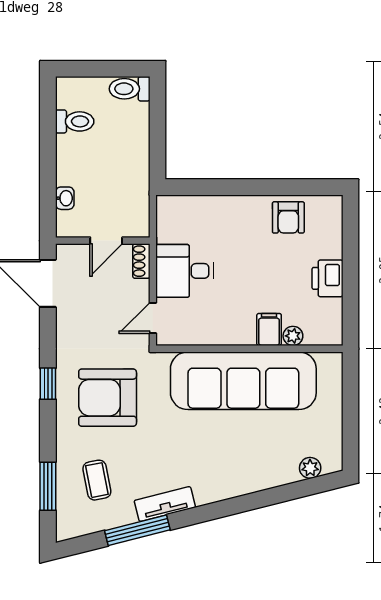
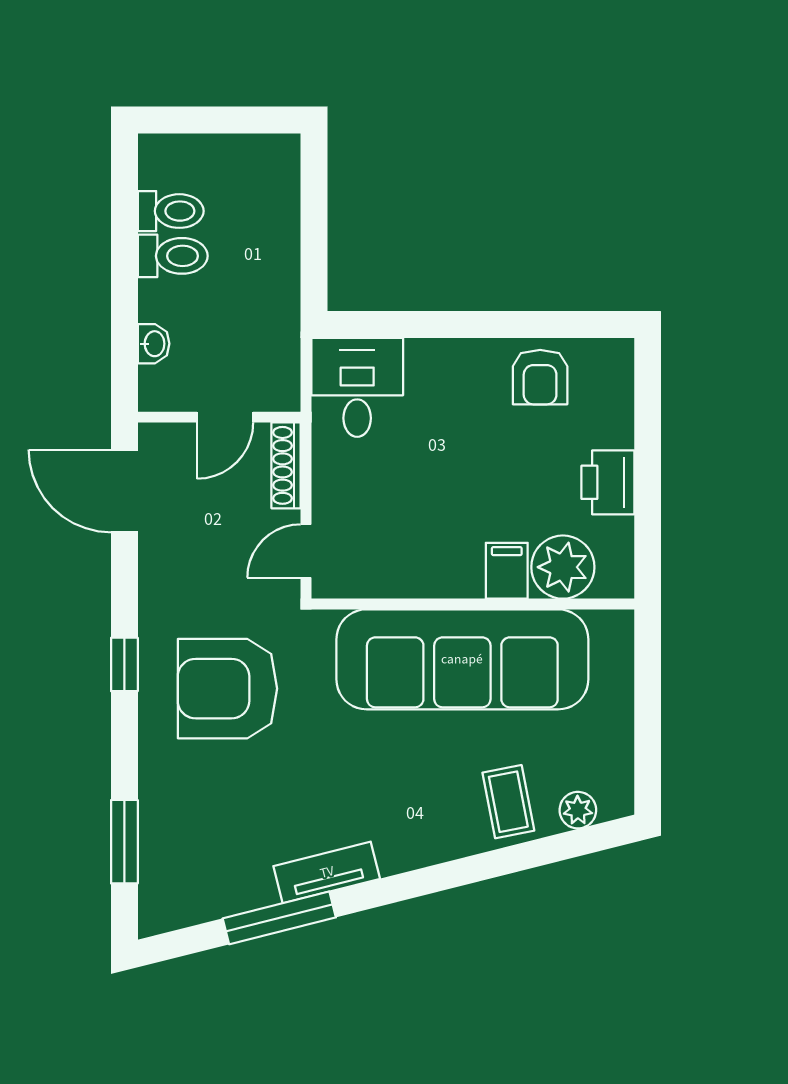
toilet: (130, 89) -> (173, 256), moved, turned 180
shoe rack: (141, 261) -> (286, 465), width x1.43
desk: (185, 271) -> (357, 387), moved, turned 90
plant: (293, 336) -> (563, 567), width x1.87, depth x1.87
coffee table: (97, 480) -> (508, 802), moved

